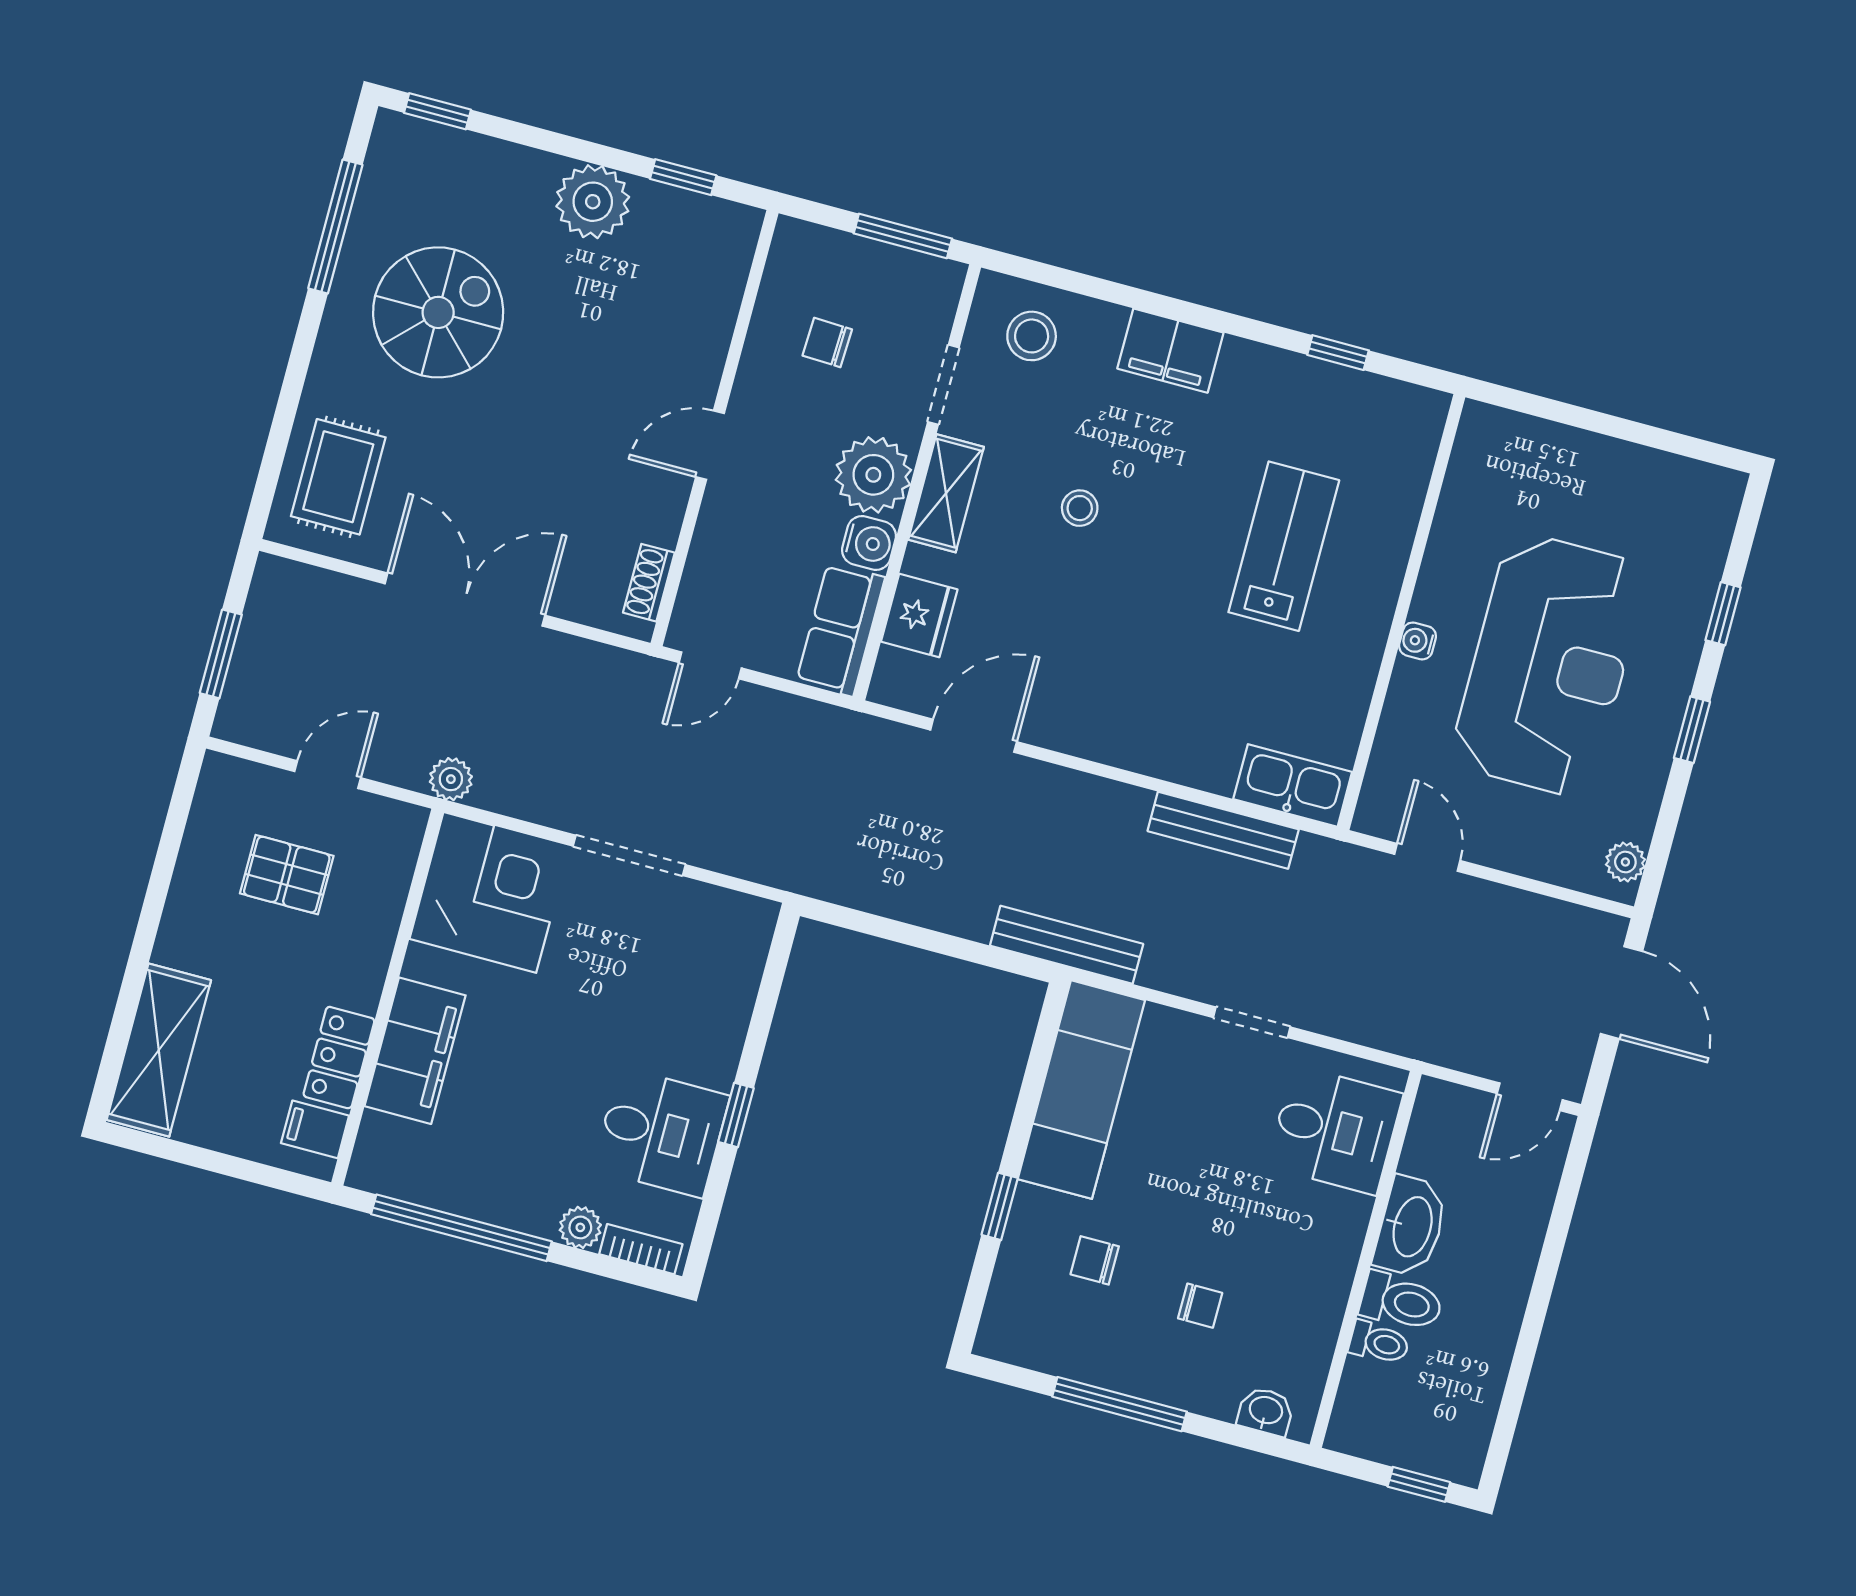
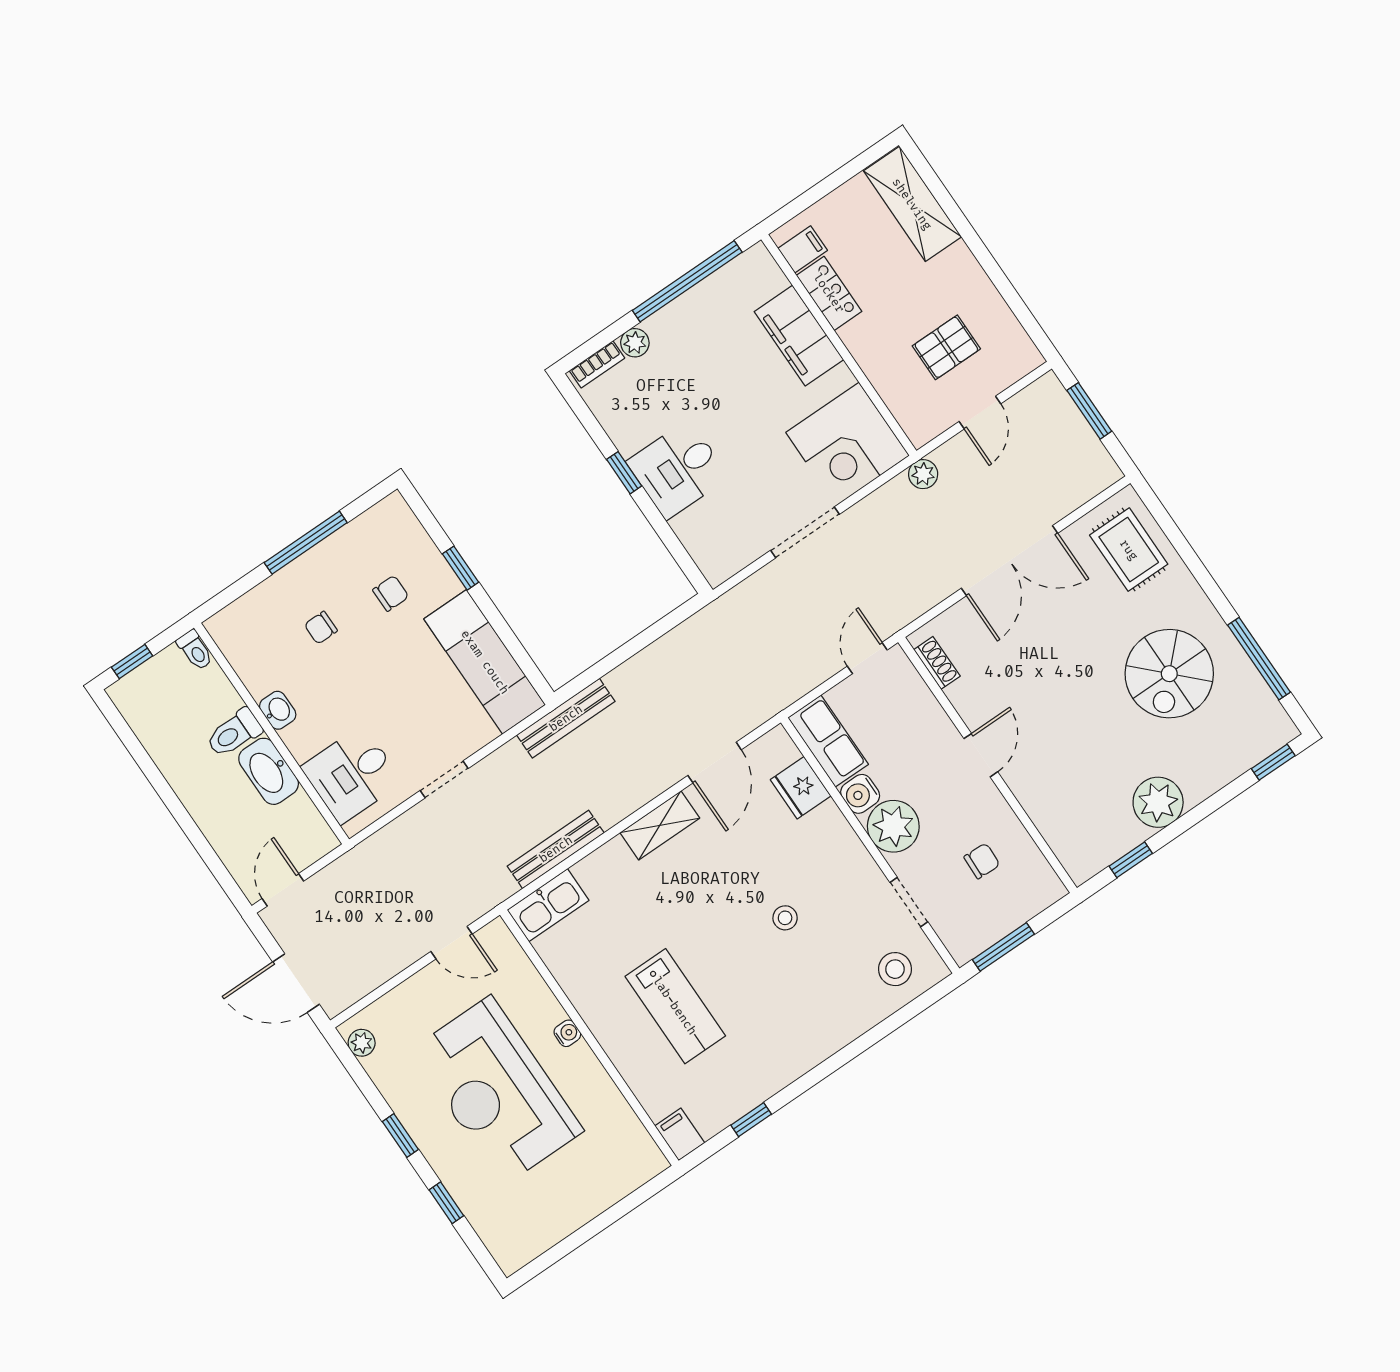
filing cabinet: (1170, 351) -> (680, 1134), moved, width x0.50
shelving: (946, 493) -> (660, 825), moved, turned 90
desk: (661, 1132) -> (678, 470), moved
toilet: (1379, 1343) -> (195, 650), moved, turned -90
washbasin: (1266, 1411) -> (278, 710), moved, turned -90

